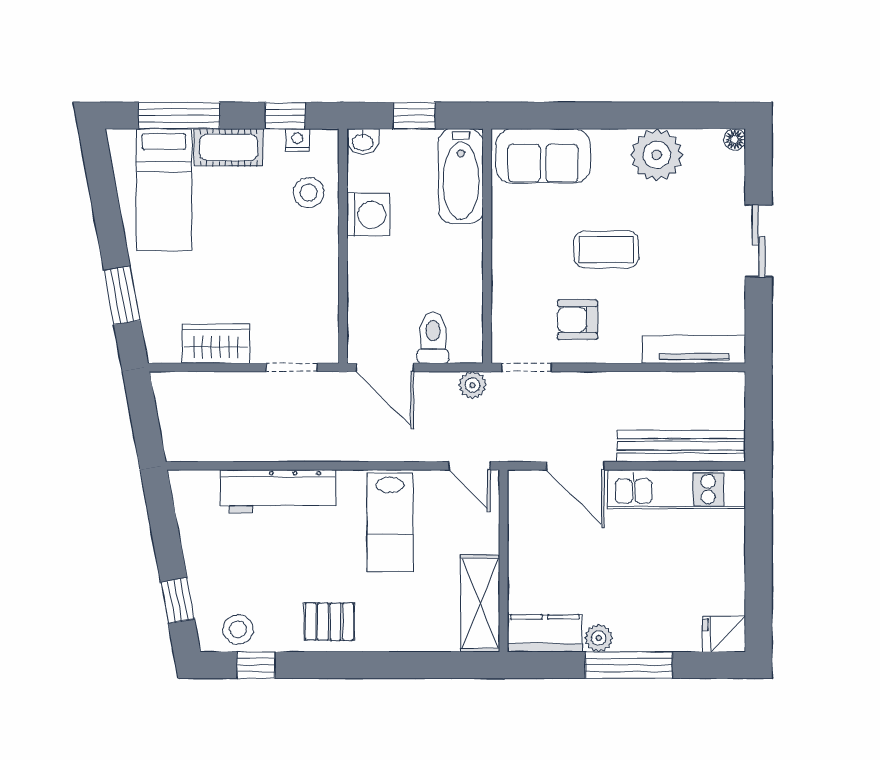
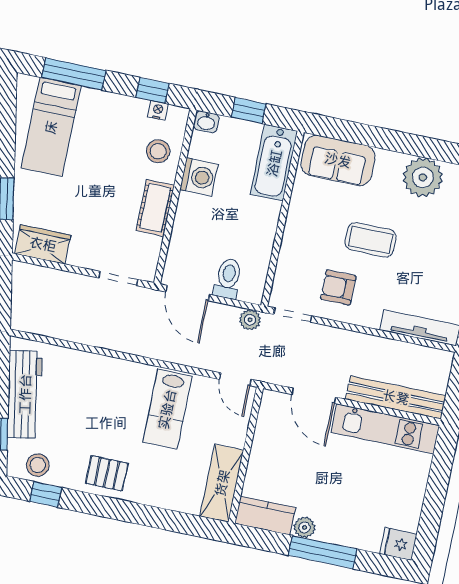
cot: (229, 147) -> (155, 208), moved, turned 90
wardrobe: (216, 344) -> (43, 244), moved
workbench: (278, 491) -> (25, 394), moved, turned -100

